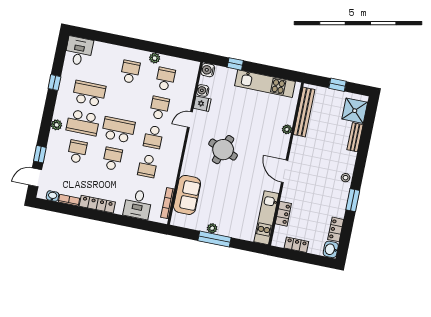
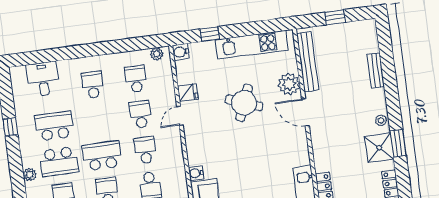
desk: (79, 51) -> (43, 79), moved
plant: (155, 58) -> (157, 54), moved
water cooler: (203, 91) -> (196, 173), moved
shower: (355, 111) -> (379, 148), moved
plant: (287, 129) -> (289, 84), width x1.88, depth x1.88
school desk: (153, 137) -> (145, 150), turned 180
round table: (223, 150) -> (244, 103), moved
door: (285, 171) -> (305, 112), moved

